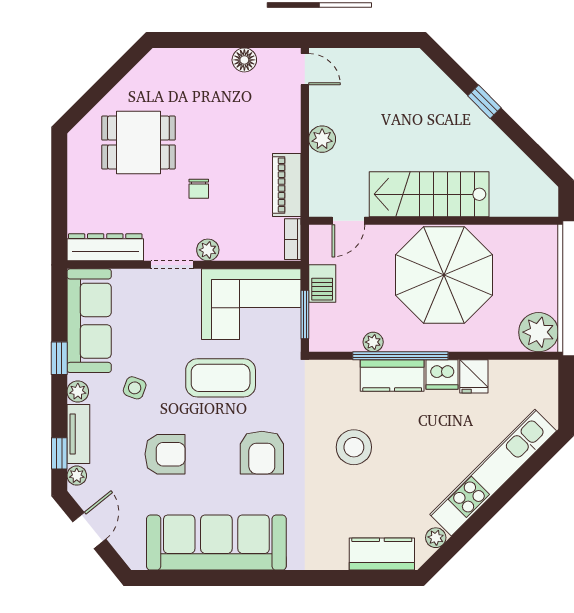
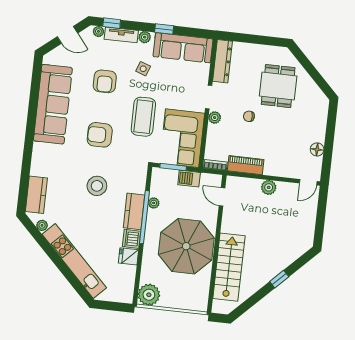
stairs: (429, 194) -> (229, 267), moved

